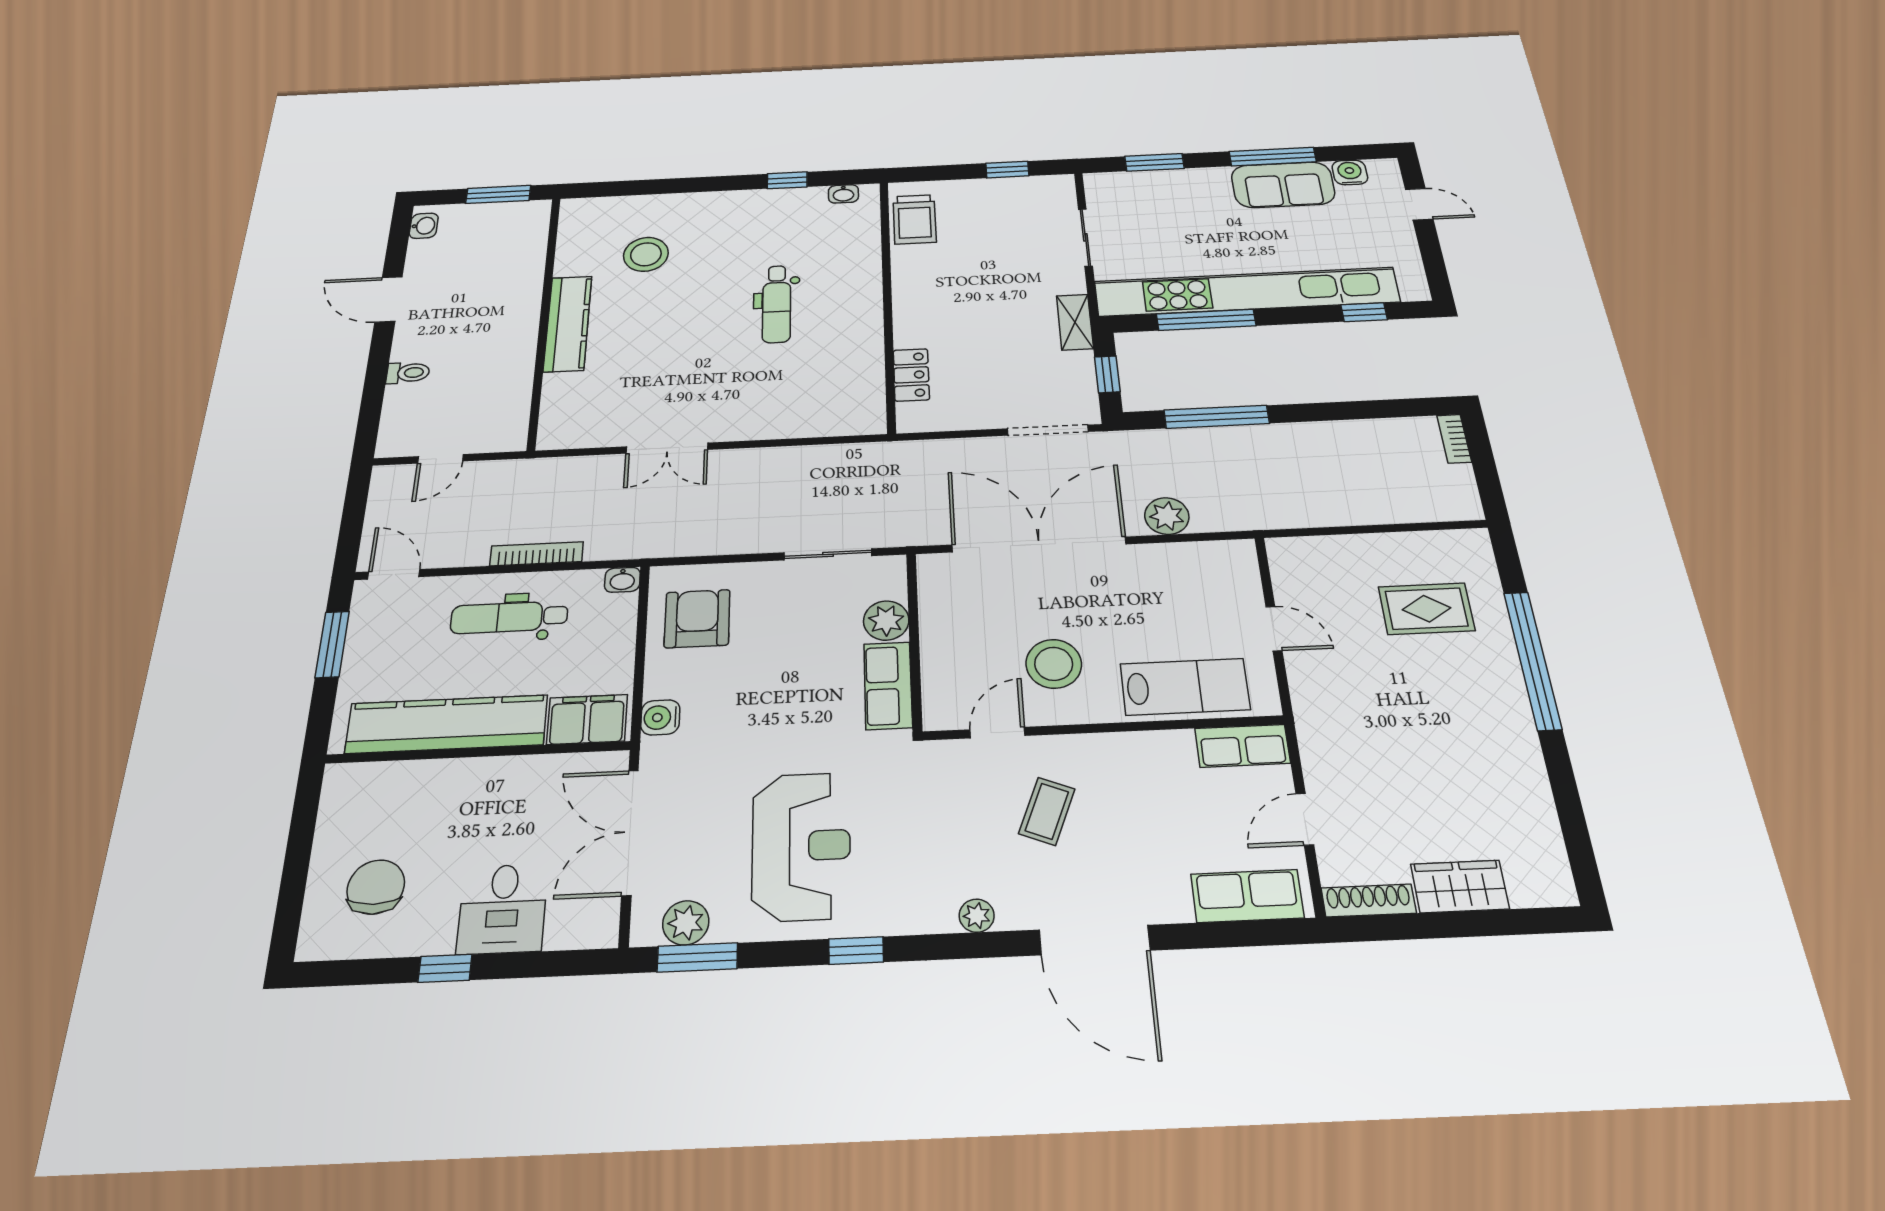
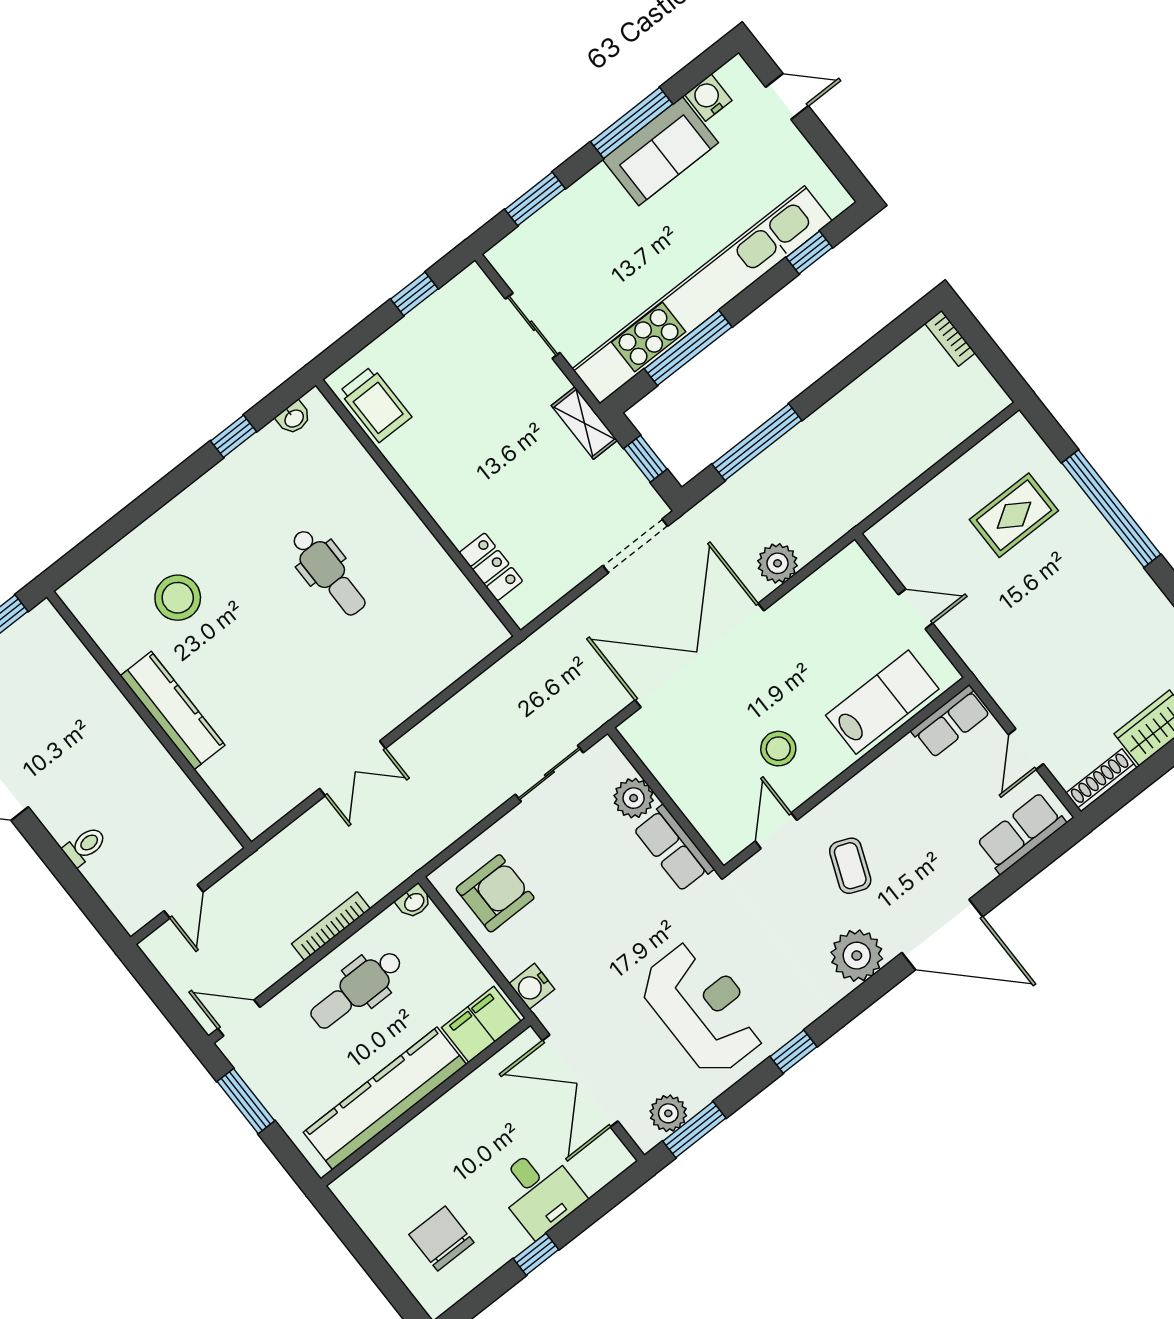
armchair: (697, 619) -> (495, 893), turned 90
stool: (1054, 664) -> (778, 749), width x0.73, depth x0.73
plant: (977, 916) -> (857, 956), width x1.87, depth x1.87

